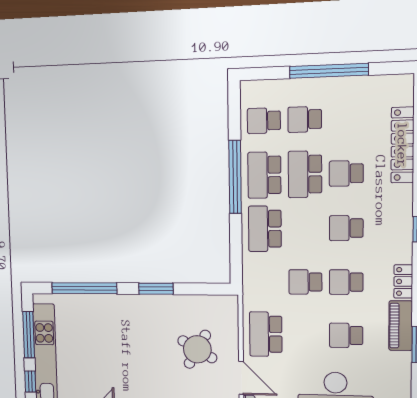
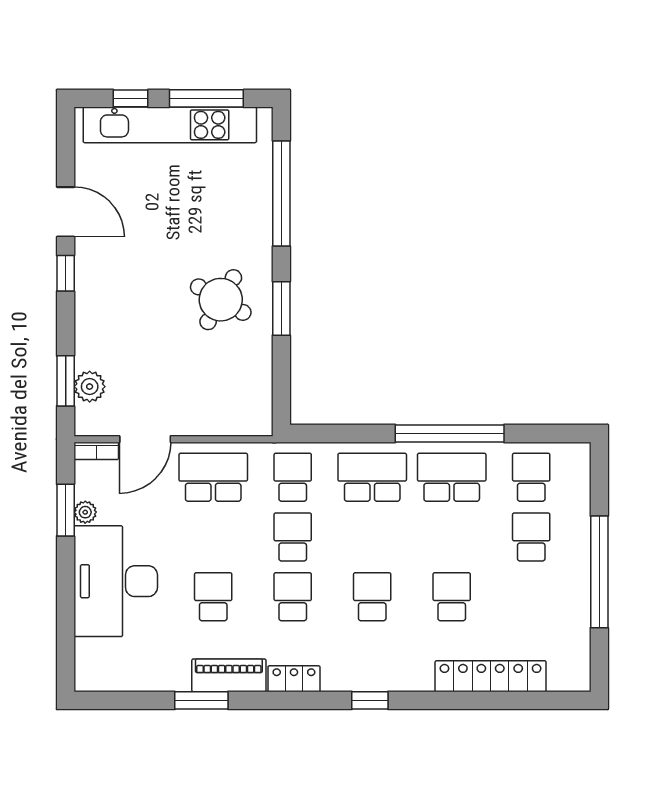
school desk: (305, 174) -> (293, 477), moved, width x0.54
round table: (197, 349) -> (221, 300), moved

